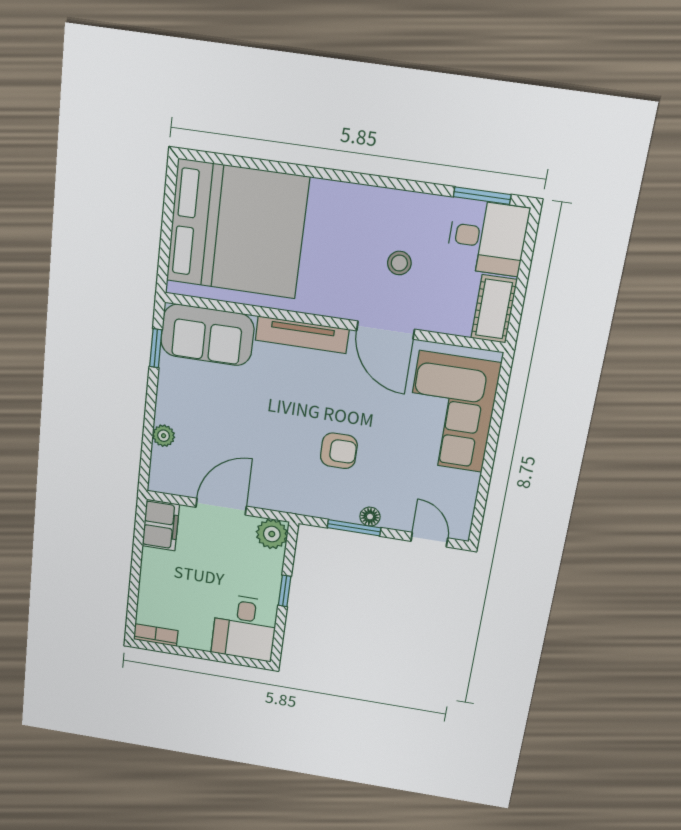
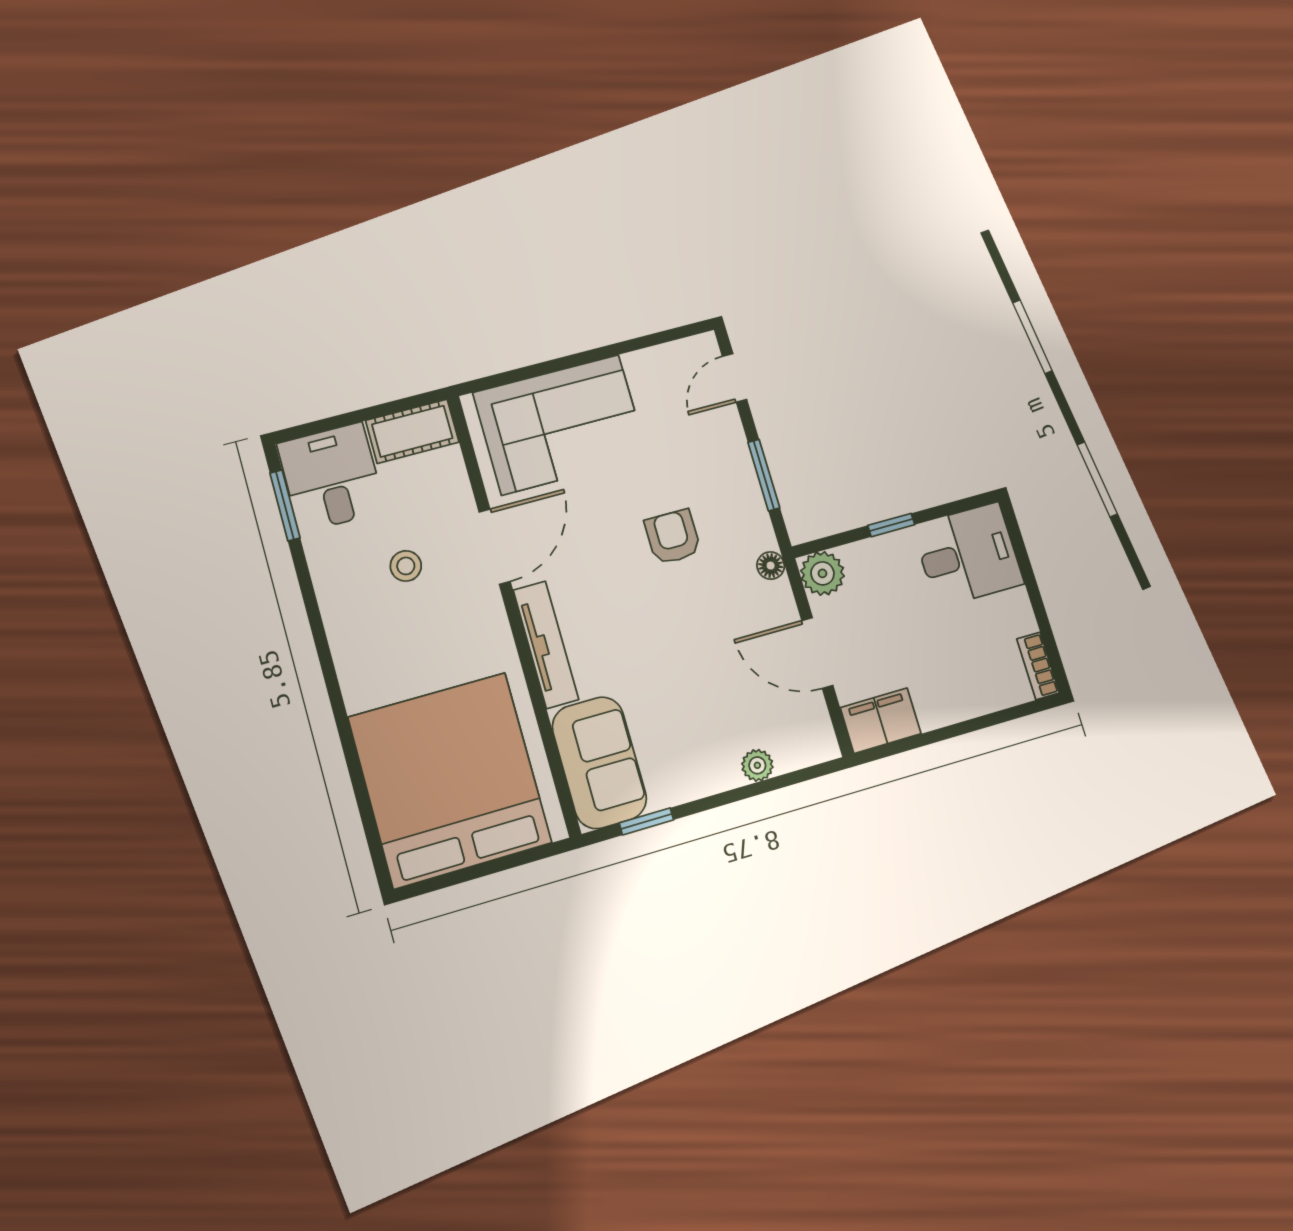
floor lamp: (370, 517) -> (771, 566), moved

